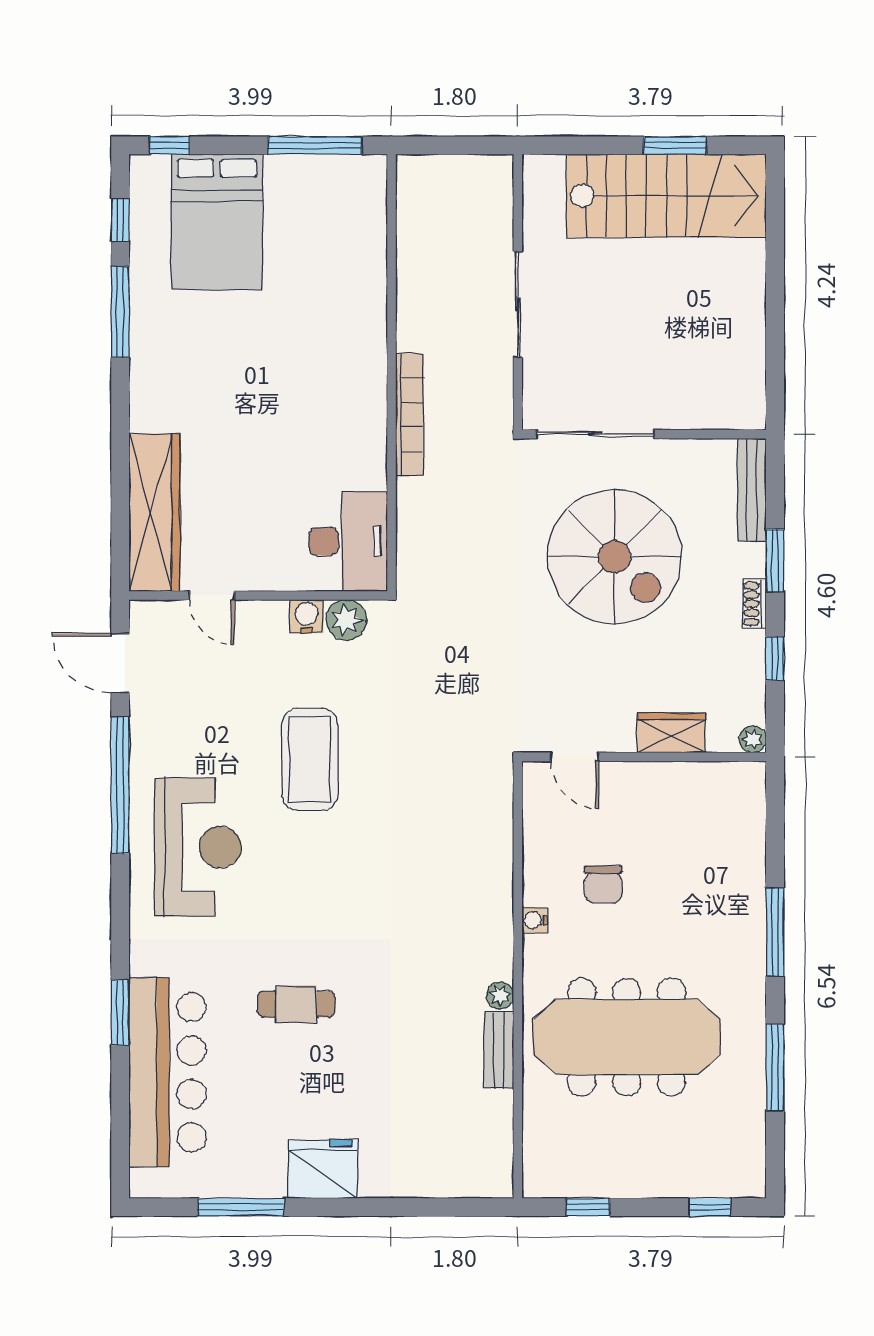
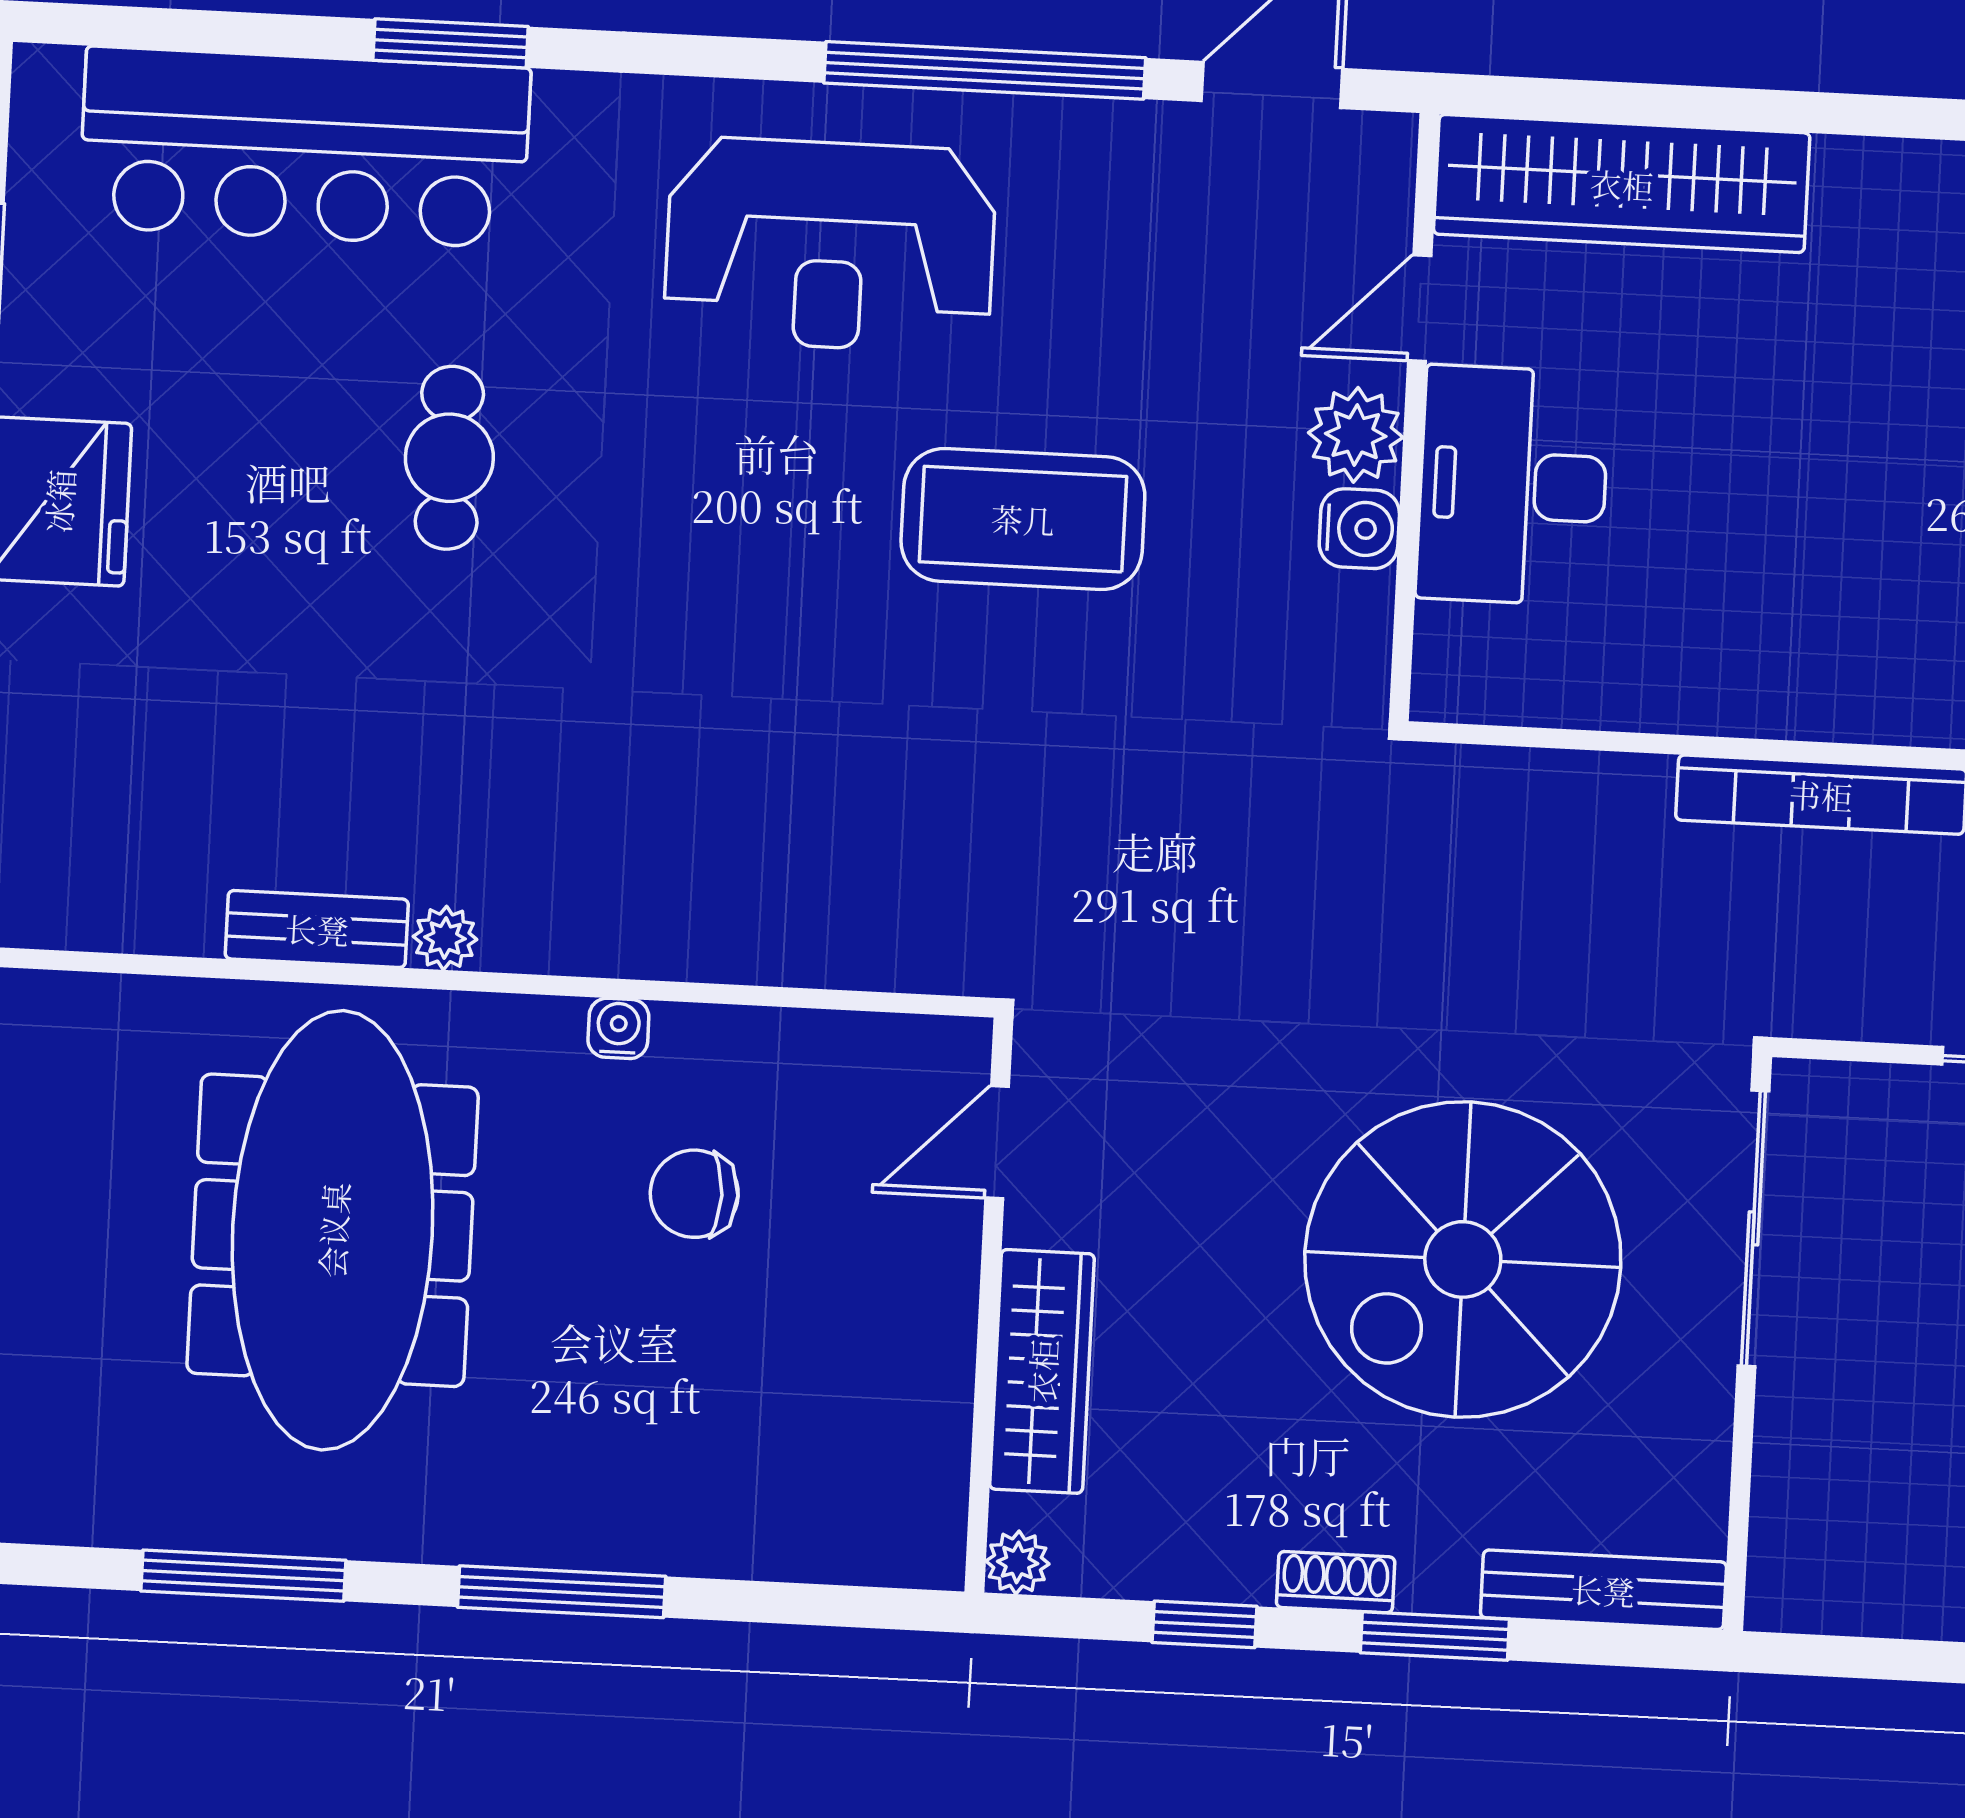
desk: (348, 541) -> (1513, 485), moved, turned 90
plant: (346, 620) -> (1356, 435), moved
wardrobe: (671, 733) -> (1042, 1371), width x1.50

